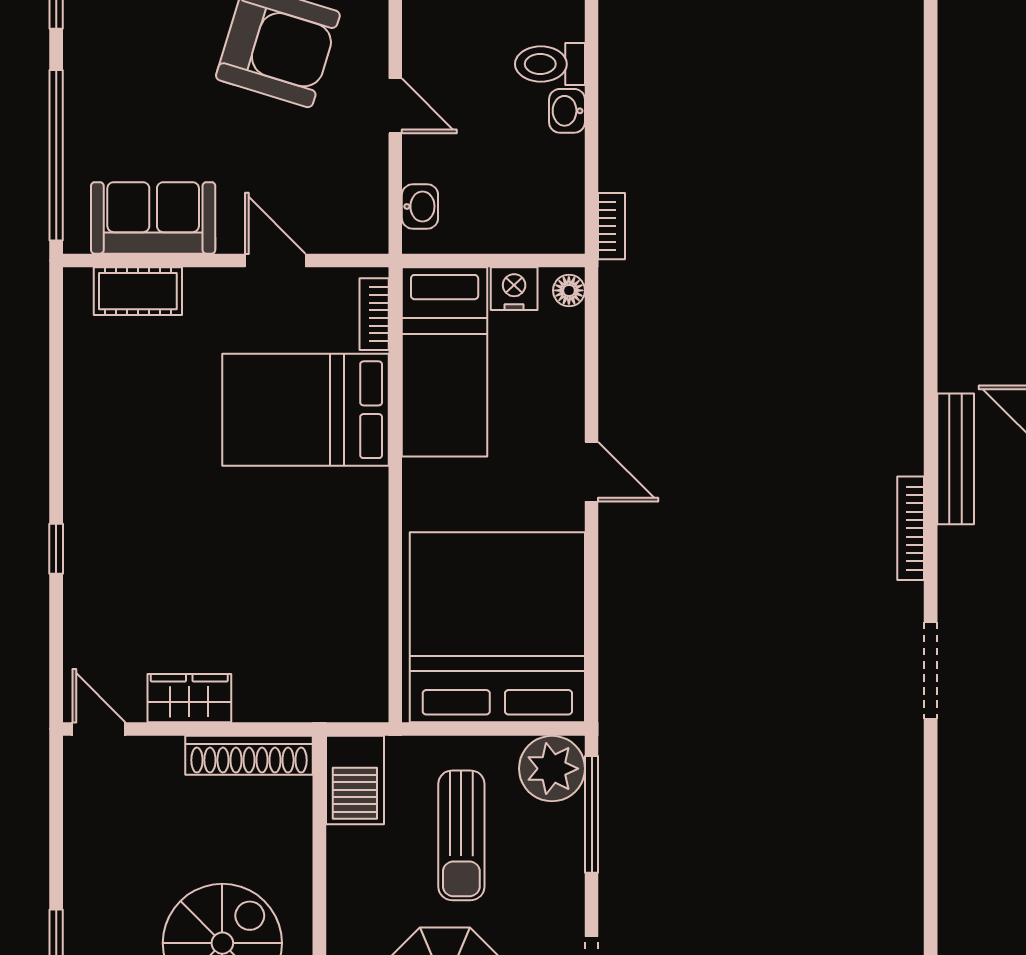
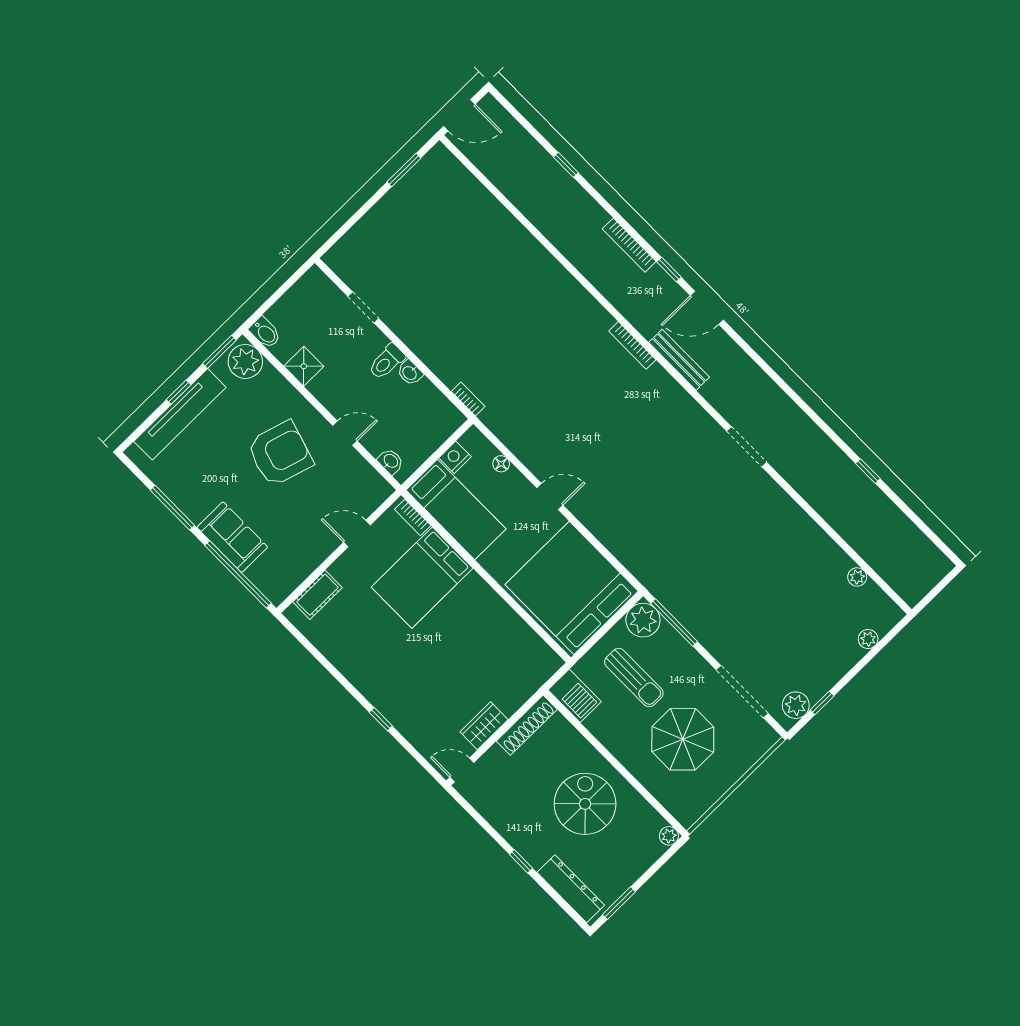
sofa: (153, 218) -> (232, 537), moved, turned 90
floor lamp: (569, 290) -> (501, 464), moved
bookcase: (911, 528) -> (632, 345), moved

